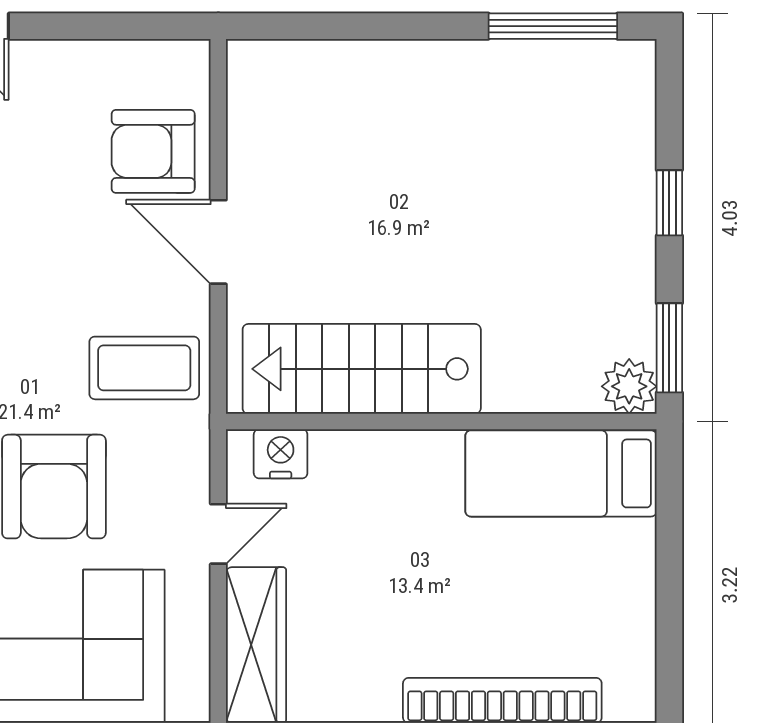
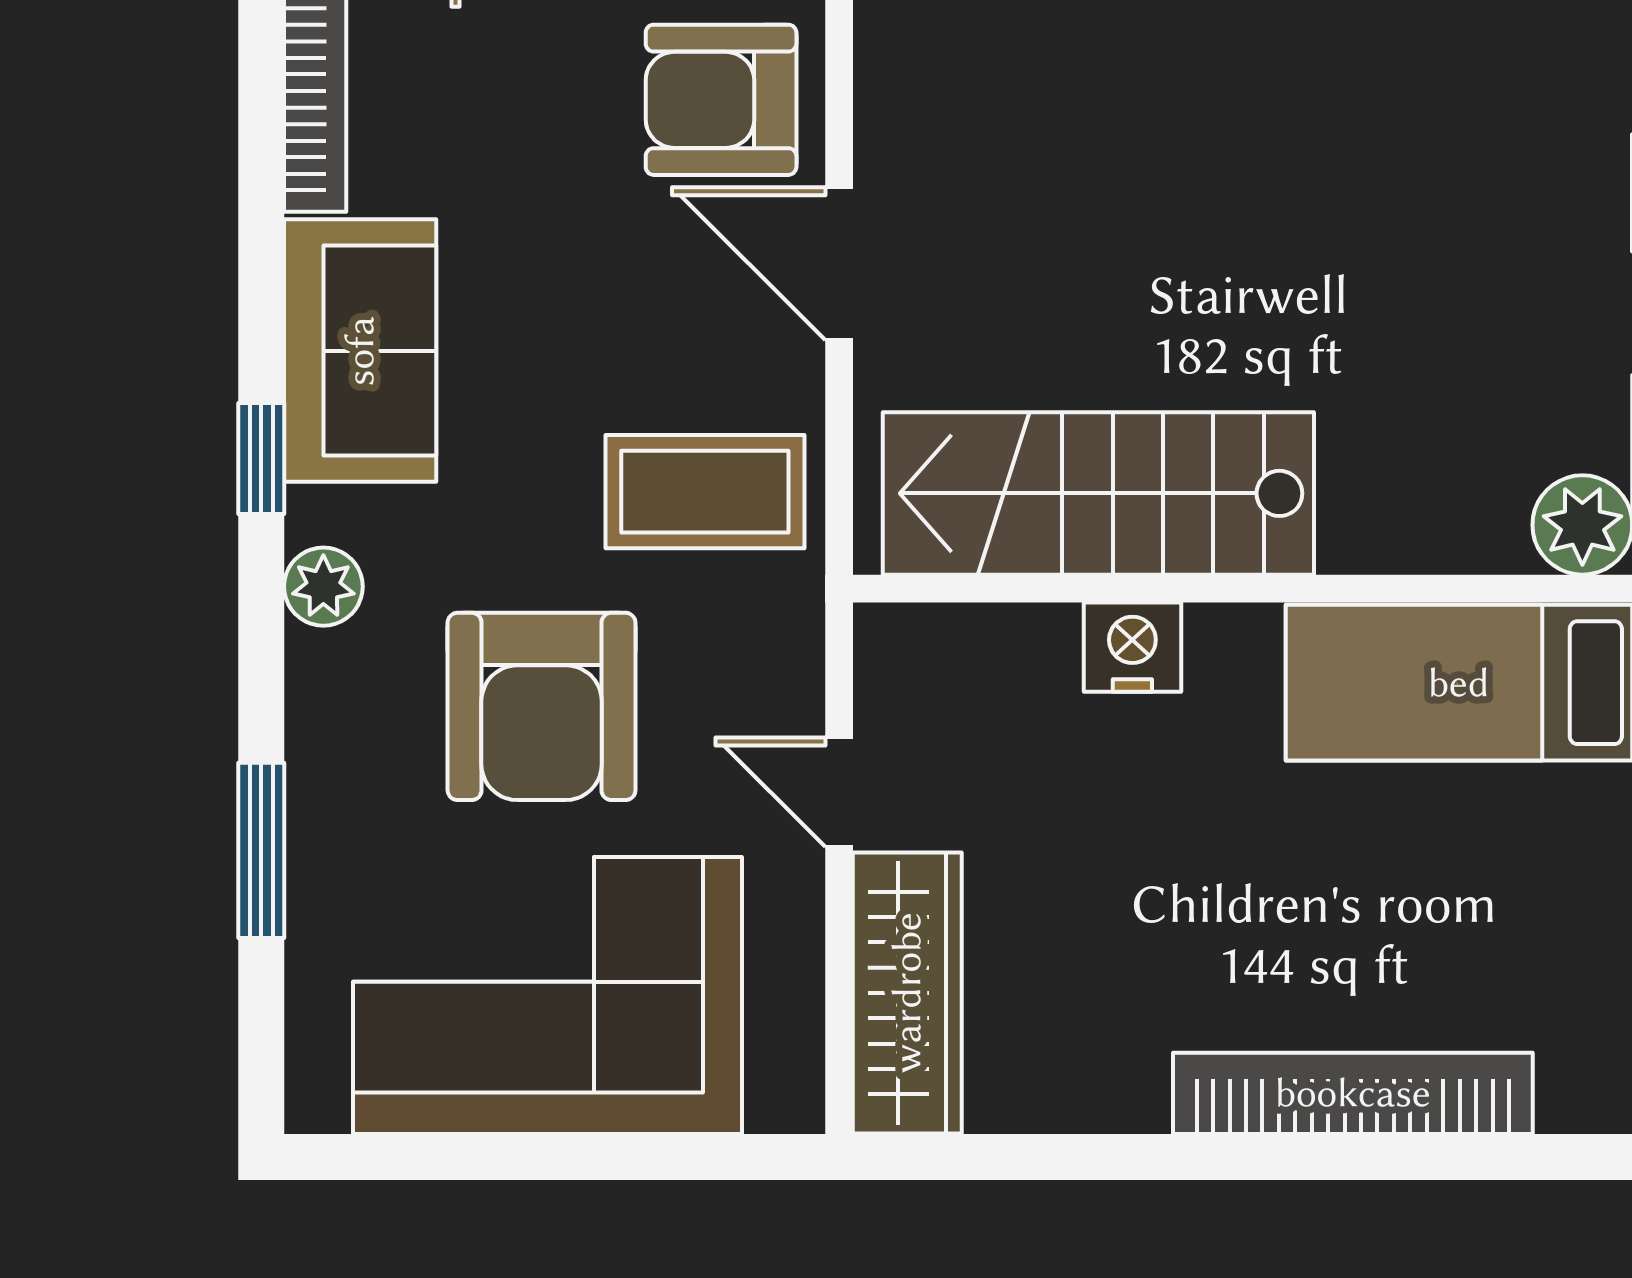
nightstand: (281, 454) -> (1132, 647), moved
door: (218, 534) -> (839, 792), swing flipped

